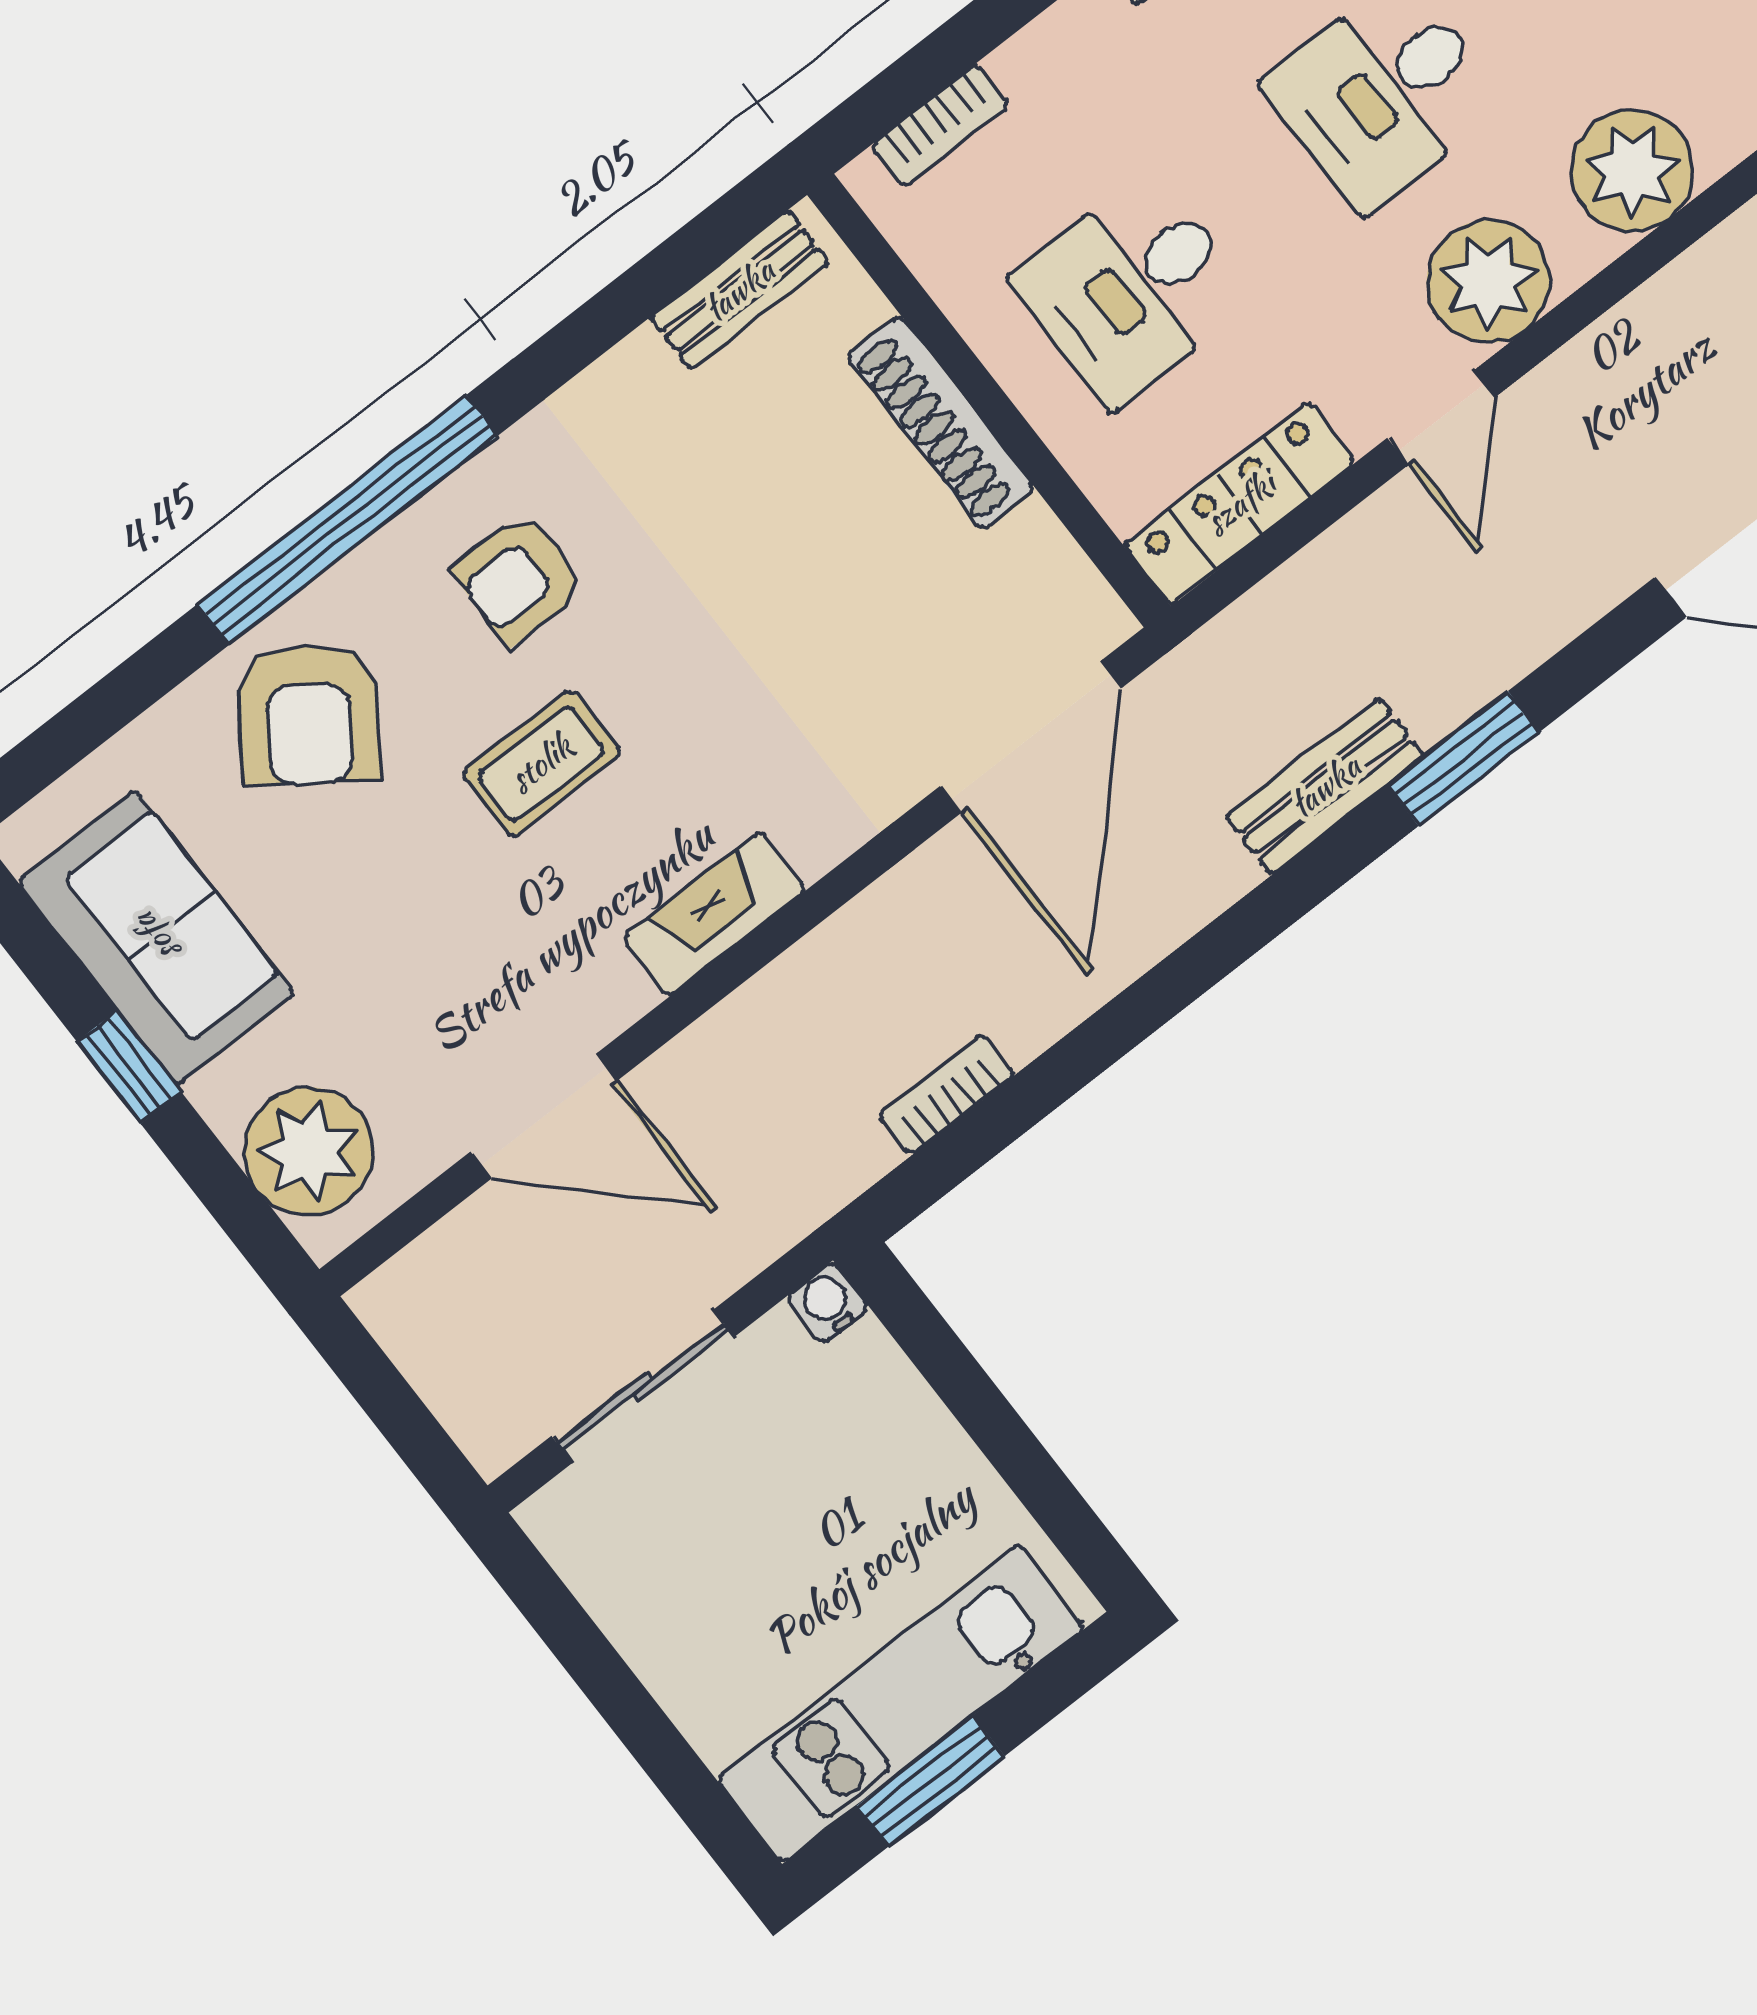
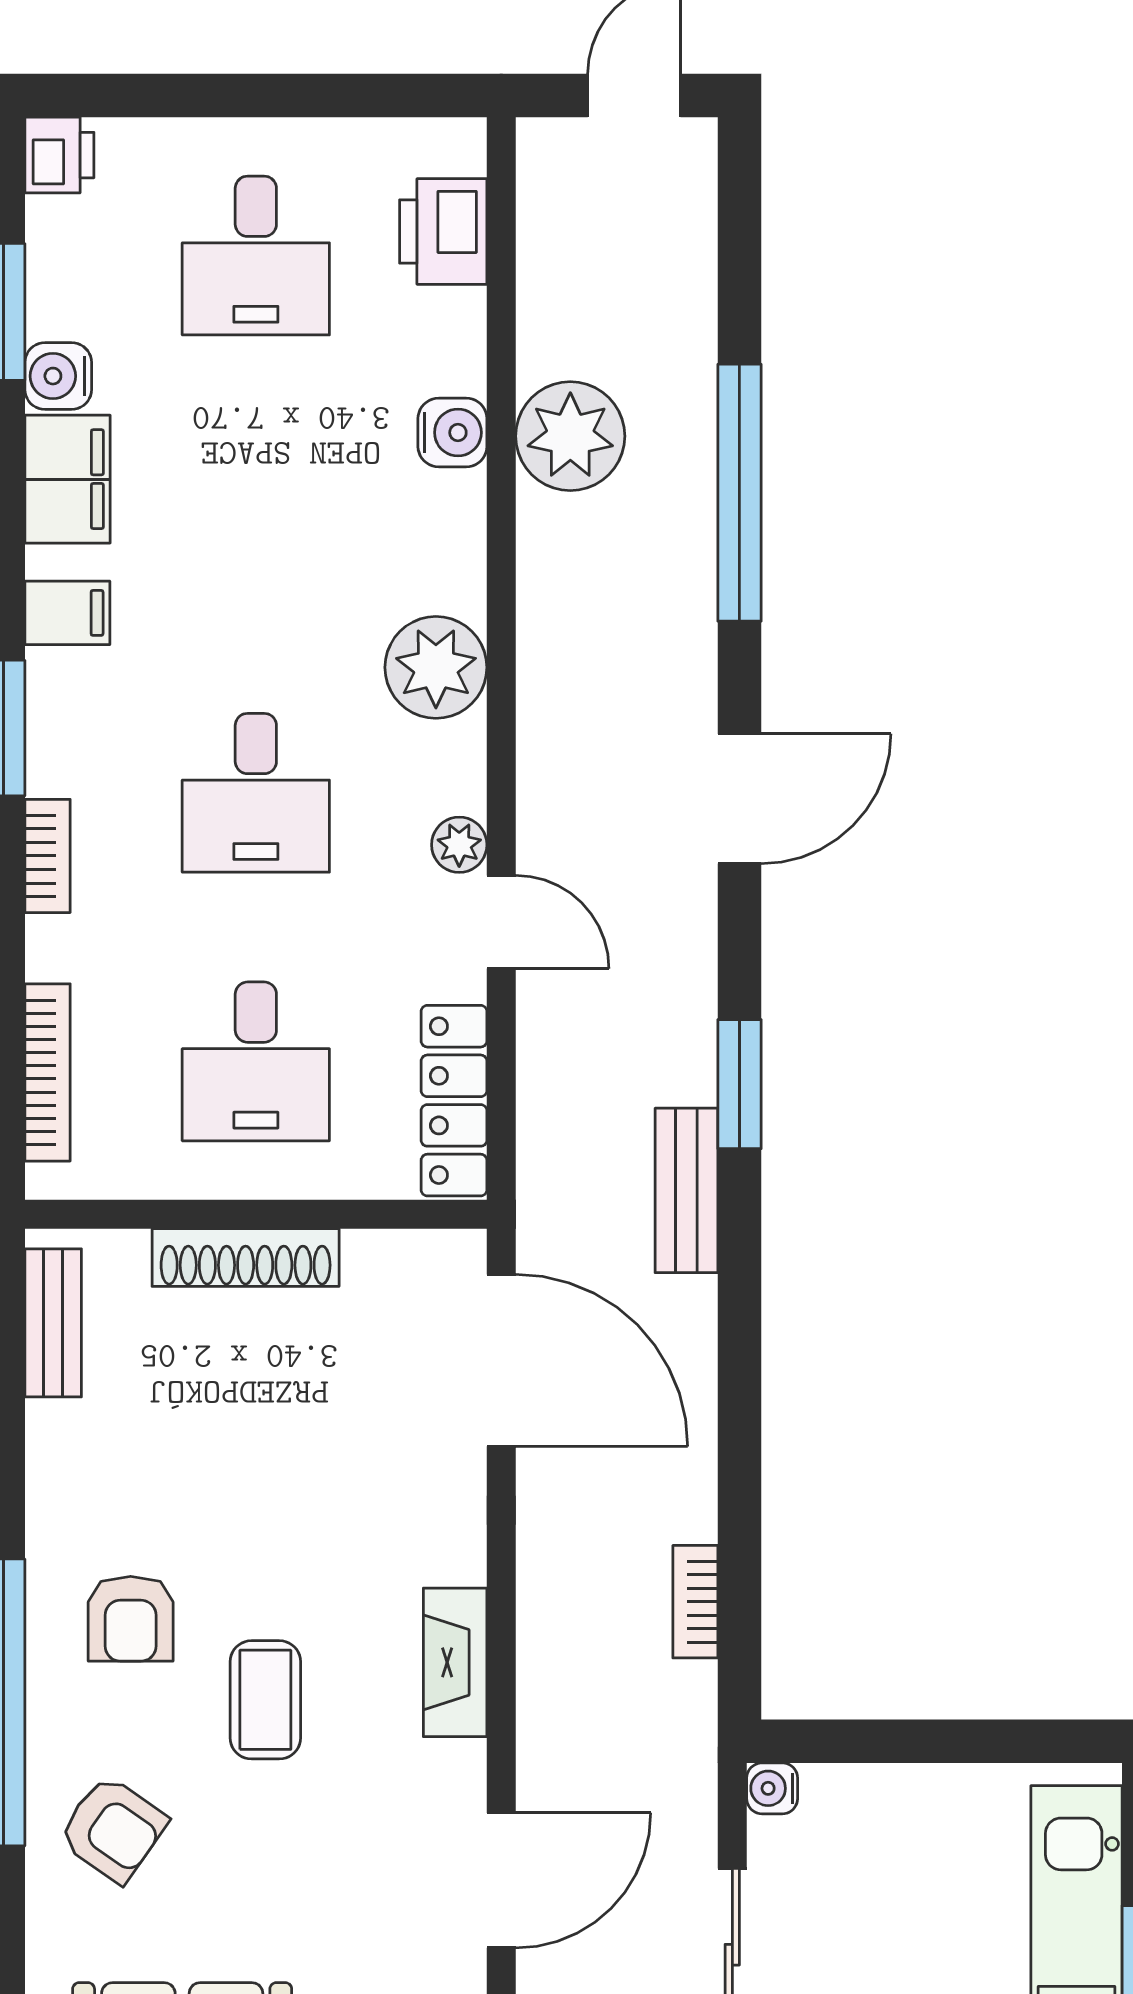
bookcase: (940, 125) -> (48, 1072), width x1.56
plant: (1488, 281) -> (459, 845), width x0.53, depth x0.53
armchair: (309, 715) -> (113, 1829), width x0.72, depth x0.72

